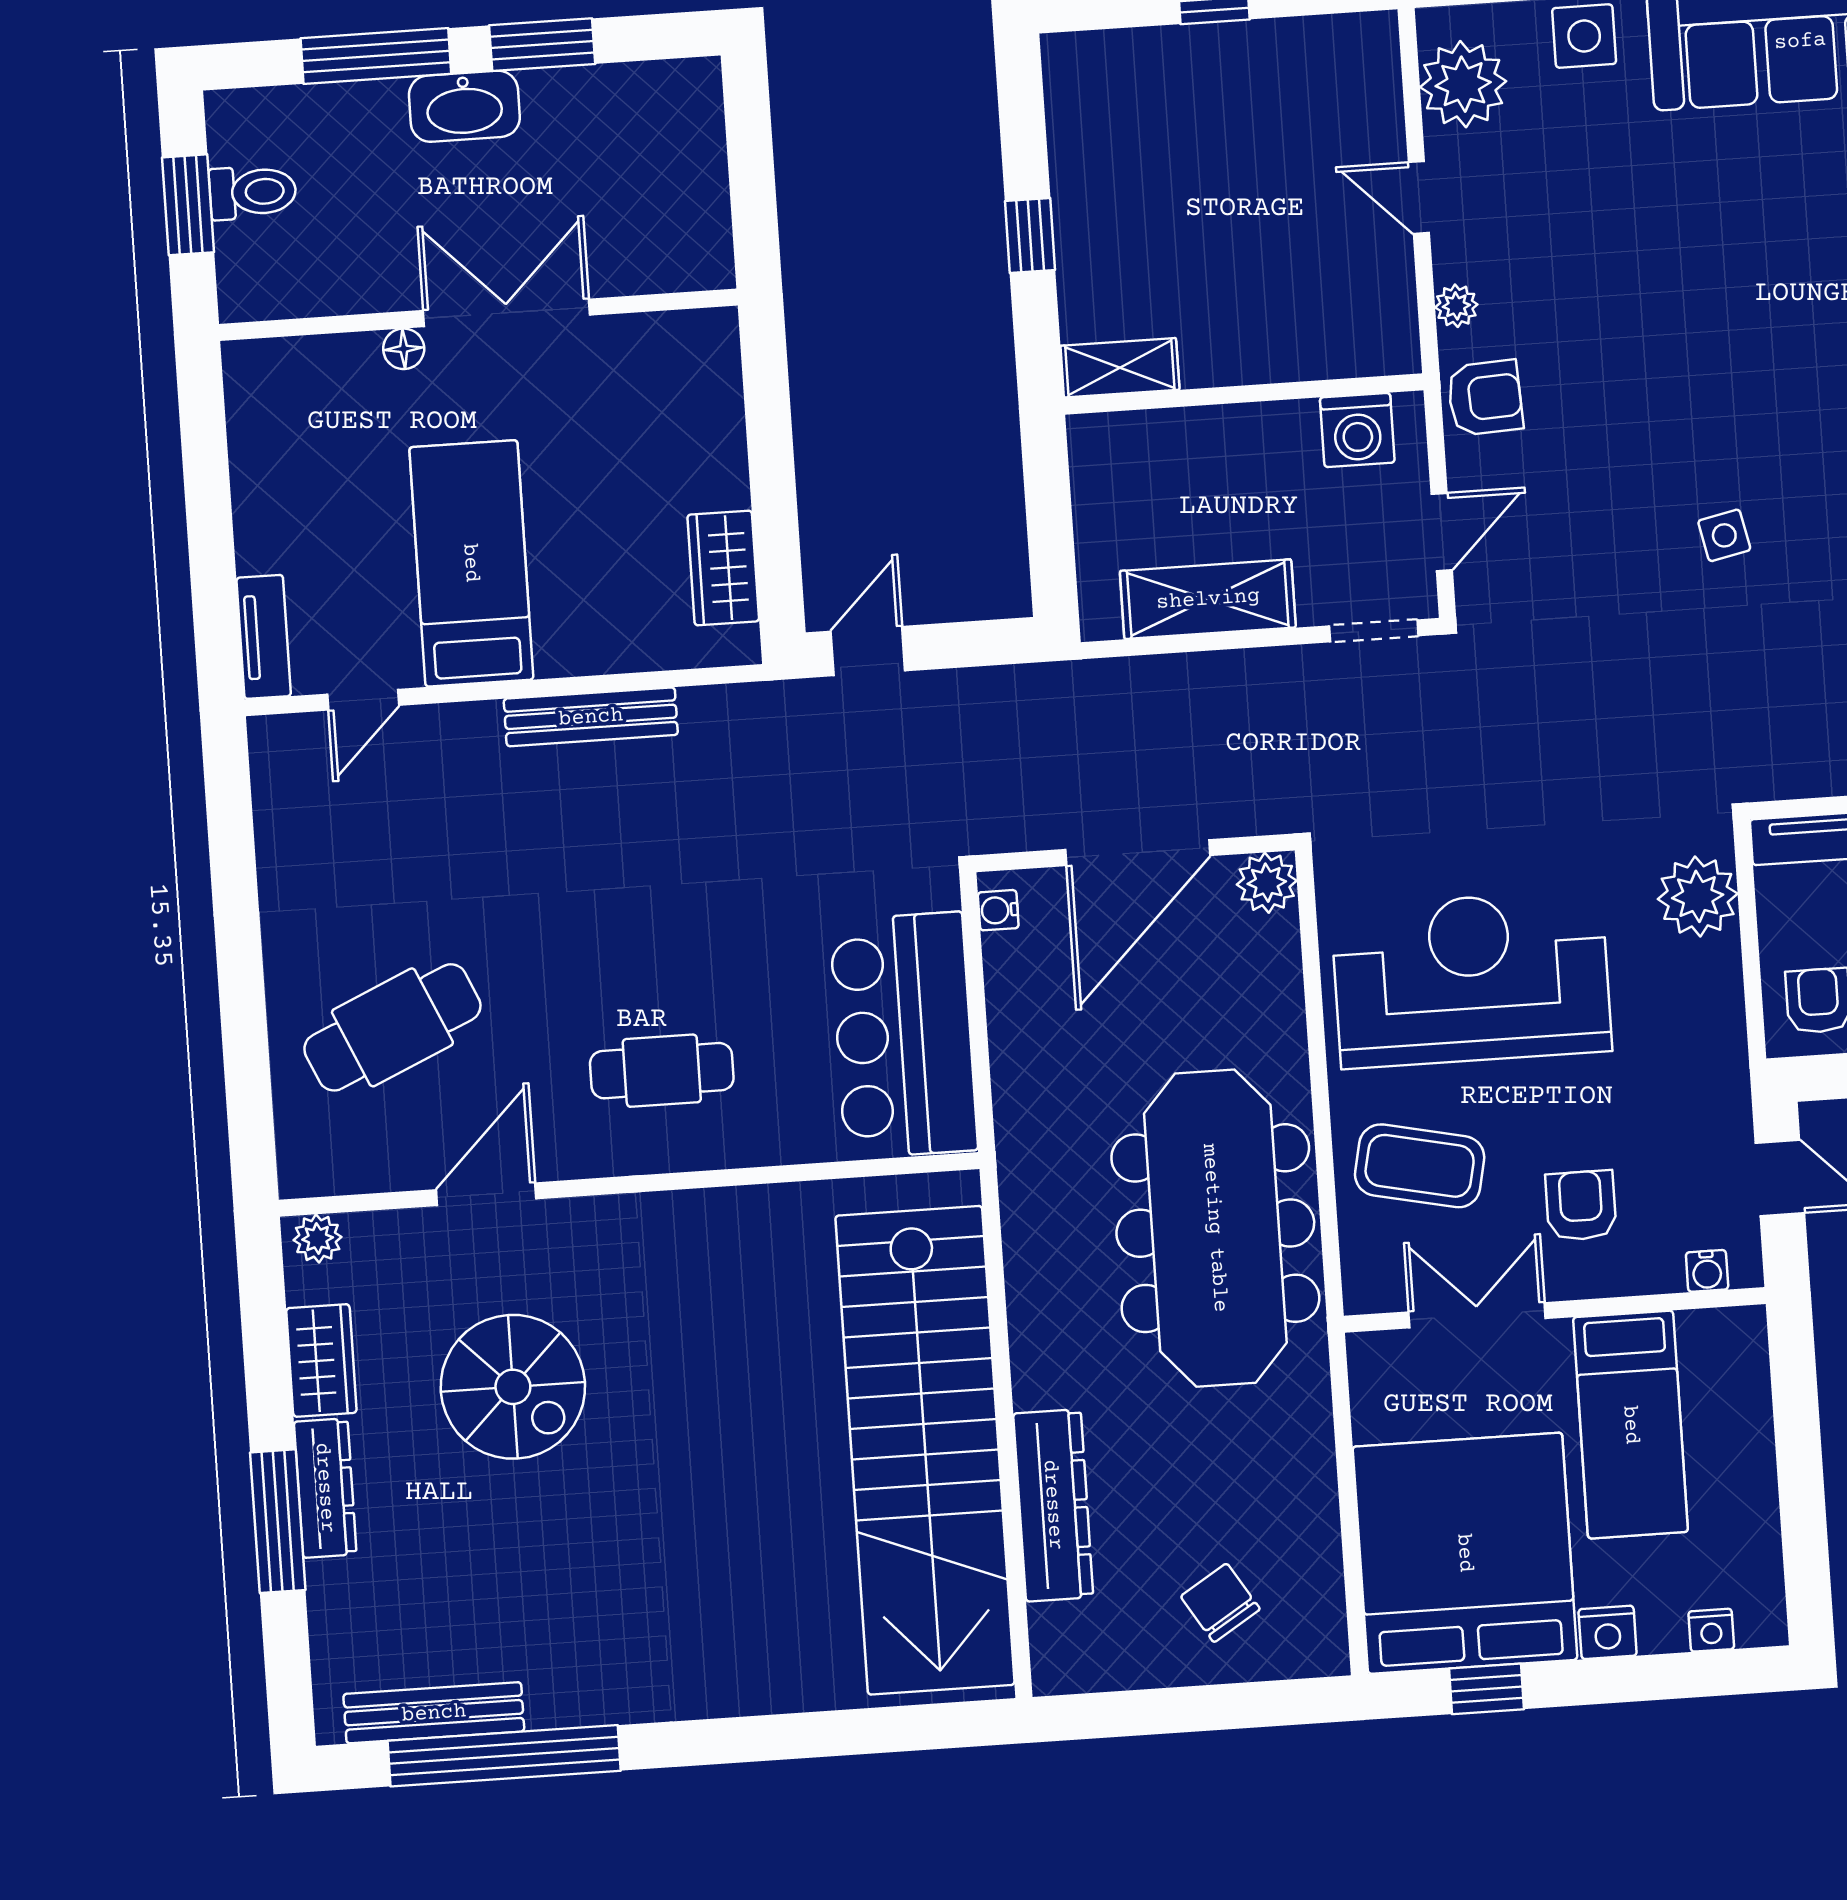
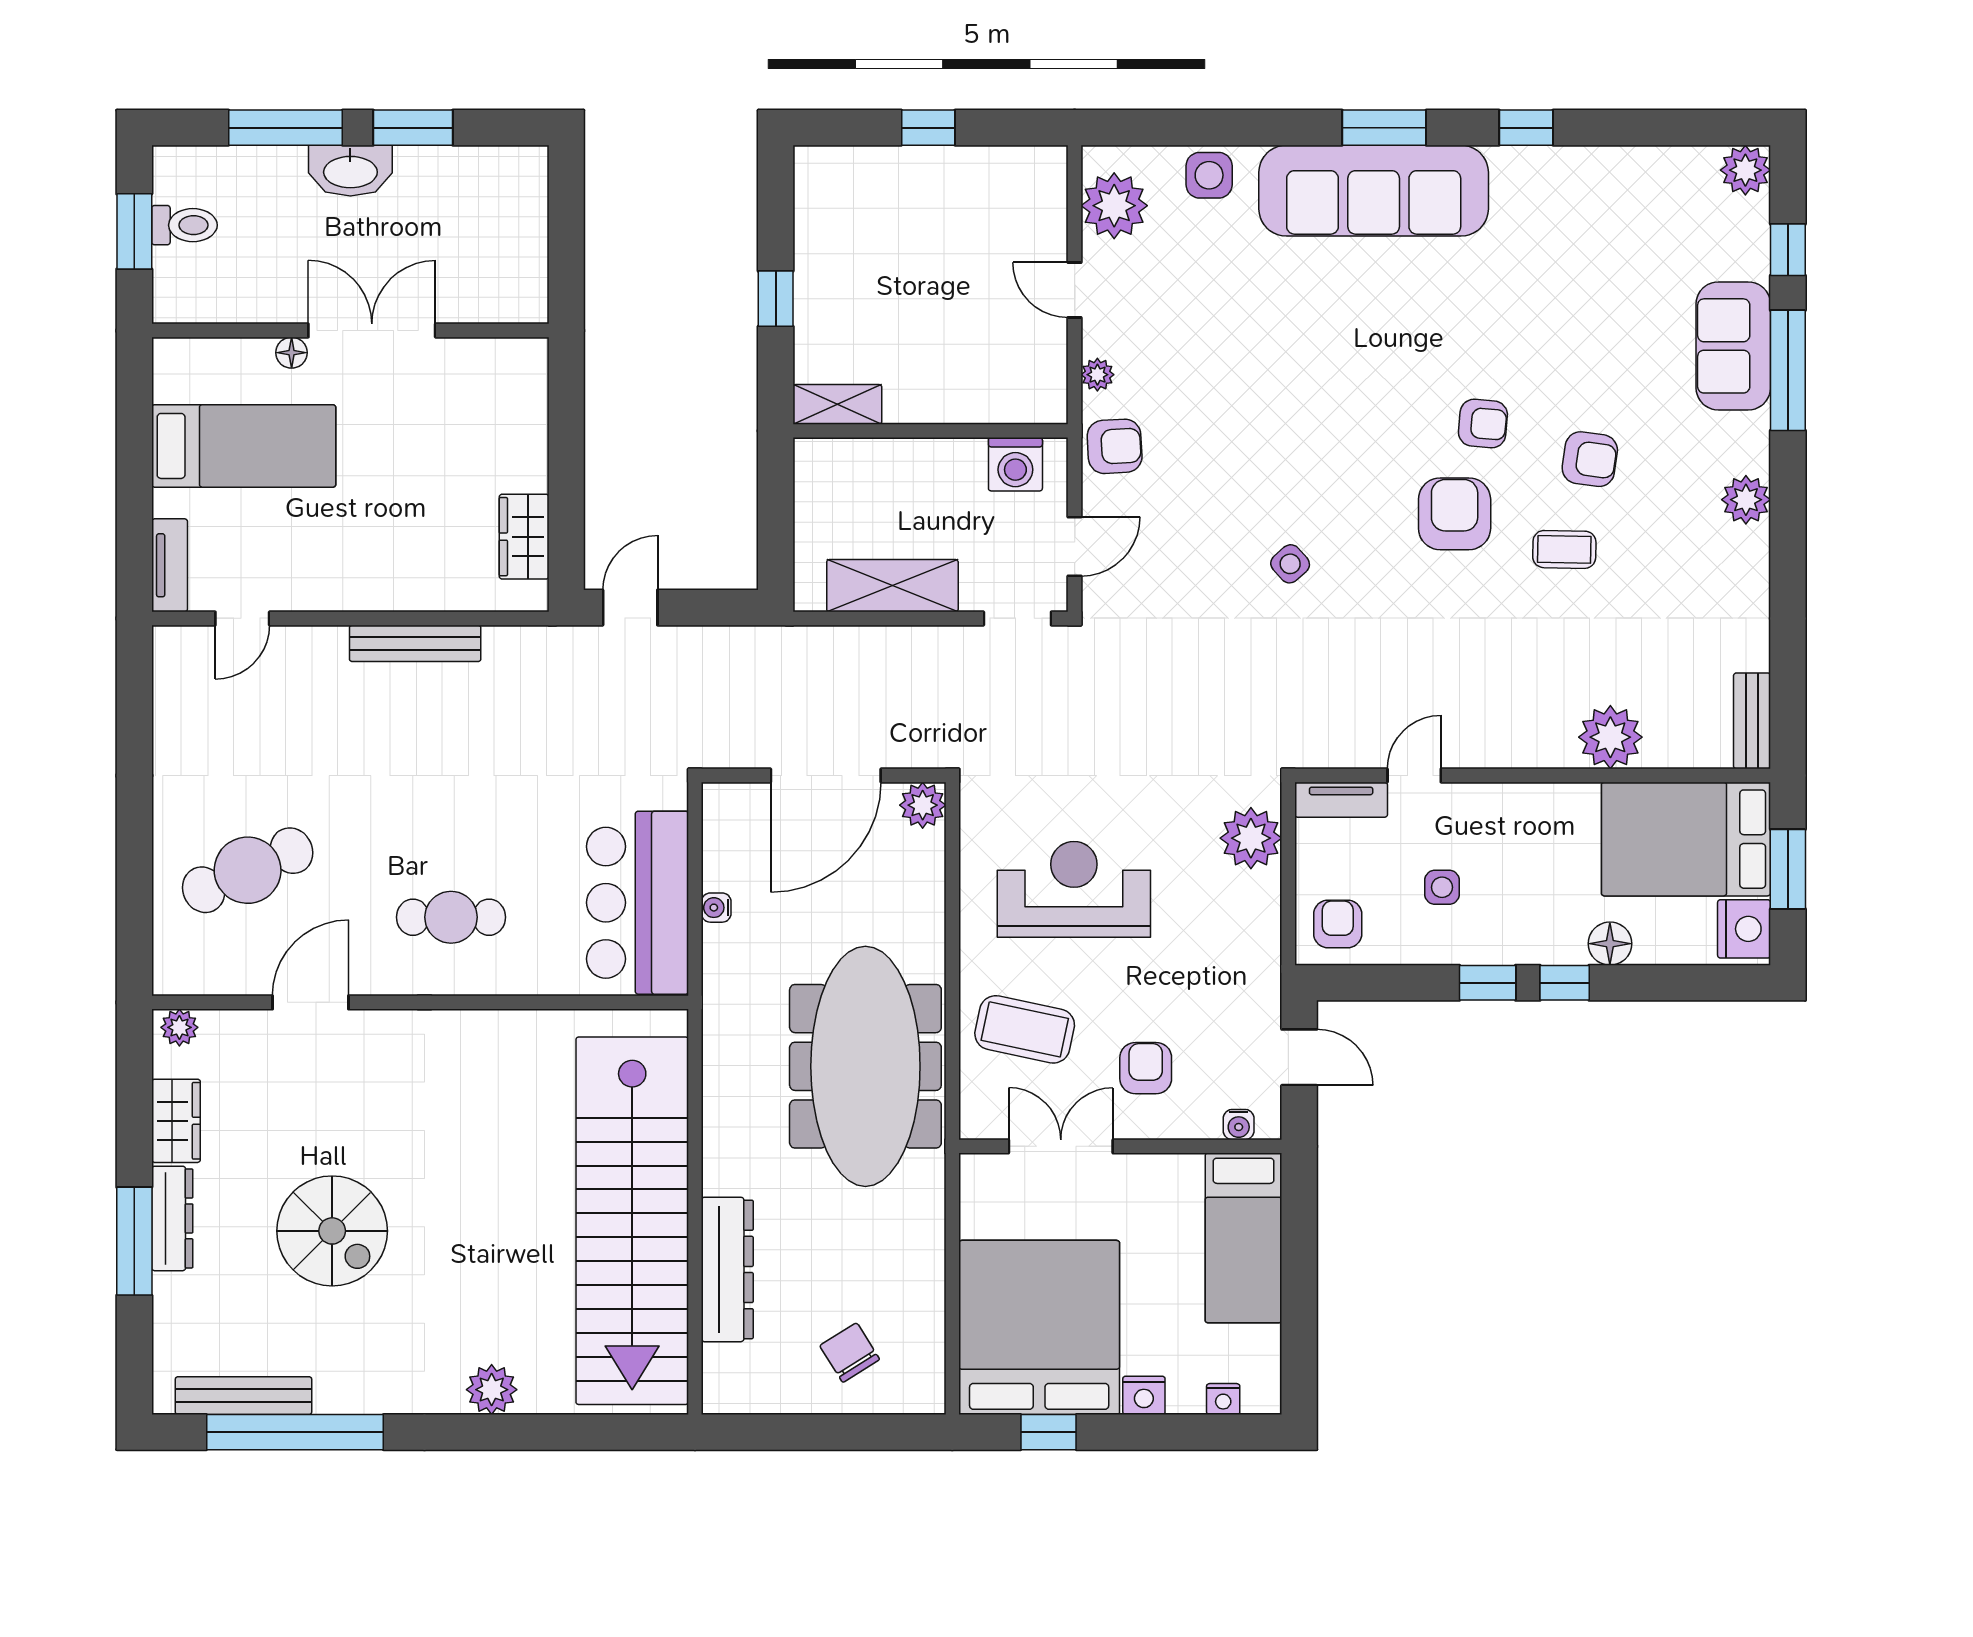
side table: (1724, 535) -> (1290, 564), turned -30
bed: (471, 563) -> (244, 446), moved, turned 90
water cooler: (998, 910) -> (716, 908), moved
reception desk: (1471, 979) -> (1074, 889), width x0.74, depth x0.77
spiral stairs: (513, 1387) -> (332, 1231), moved
bed: (1631, 1425) -> (1243, 1238), moved
plant: (757, 1683) -> (492, 1390), added

